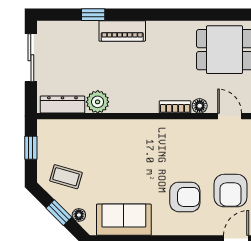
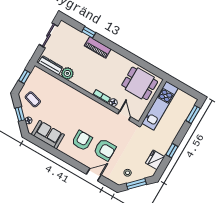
armchair: (231, 191) -> (105, 150), turned -90
armchair: (185, 197) -> (82, 141), turned -90

